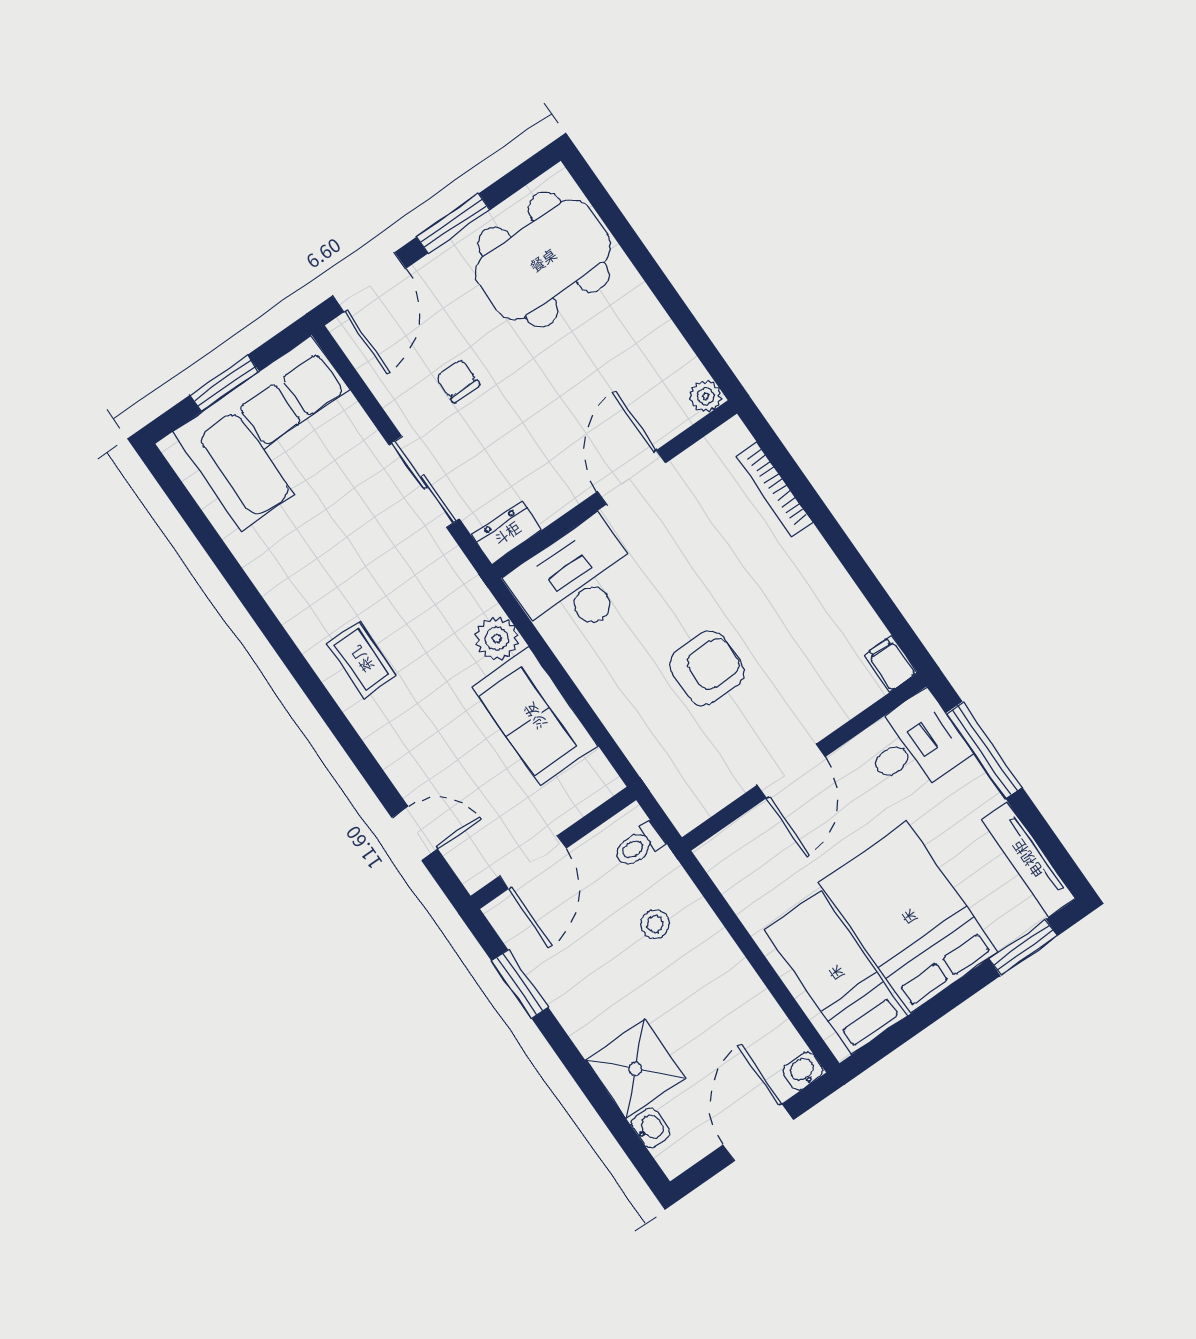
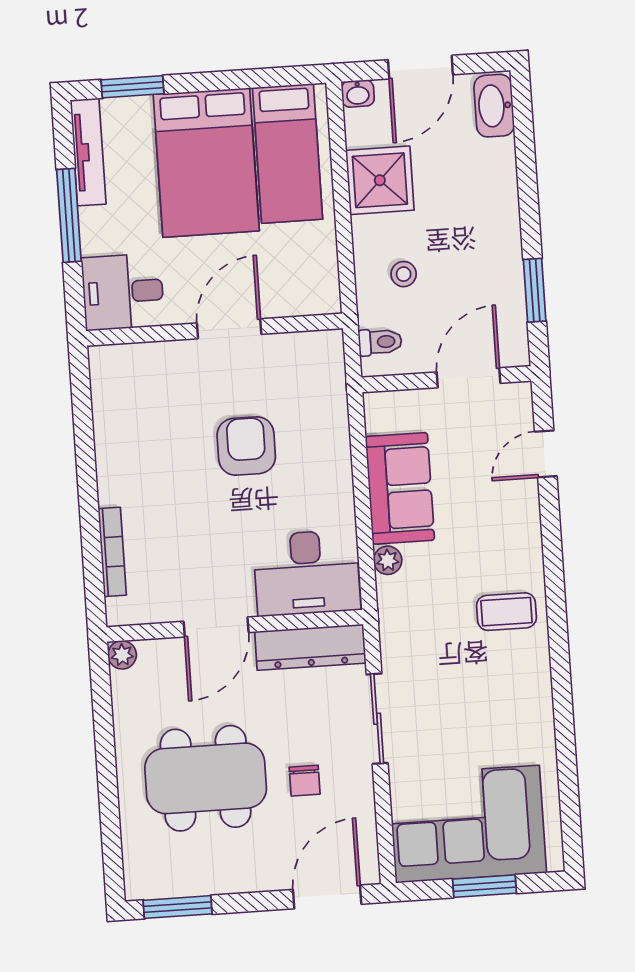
window: (453, 223) -> (178, 907), moved
dining table: (543, 260) -> (206, 778), moved
dresser: (507, 533) -> (310, 647), width x1.96, depth x1.24
plant: (497, 639) -> (388, 560), width x0.73, depth x0.73
coffee table: (362, 659) -> (506, 612), turned 90
filing cabinet: (891, 664) -> (103, 365), removed
armchair: (707, 668) -> (246, 446), turned 90
window: (984, 750) -> (69, 215), moved
door: (415, 833) -> (546, 454), hinge flipped
shower: (635, 1069) -> (380, 180), moved
washbasin: (650, 1128) -> (494, 106), width x1.91, depth x1.45

